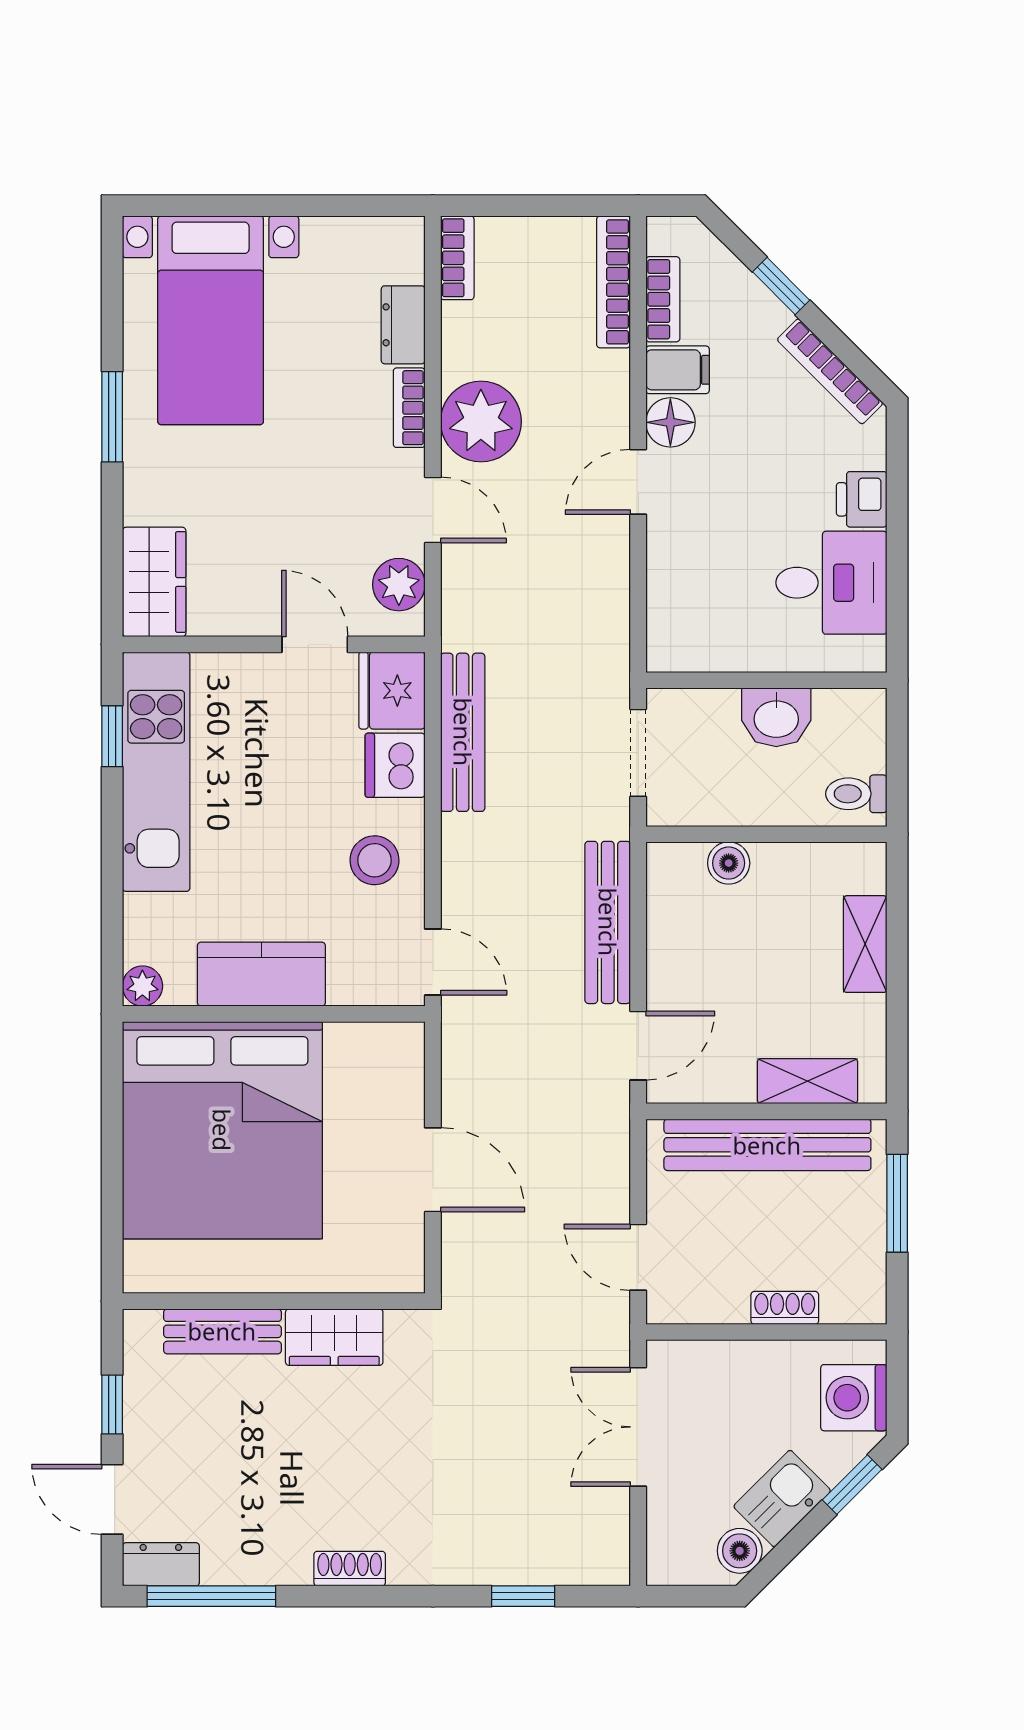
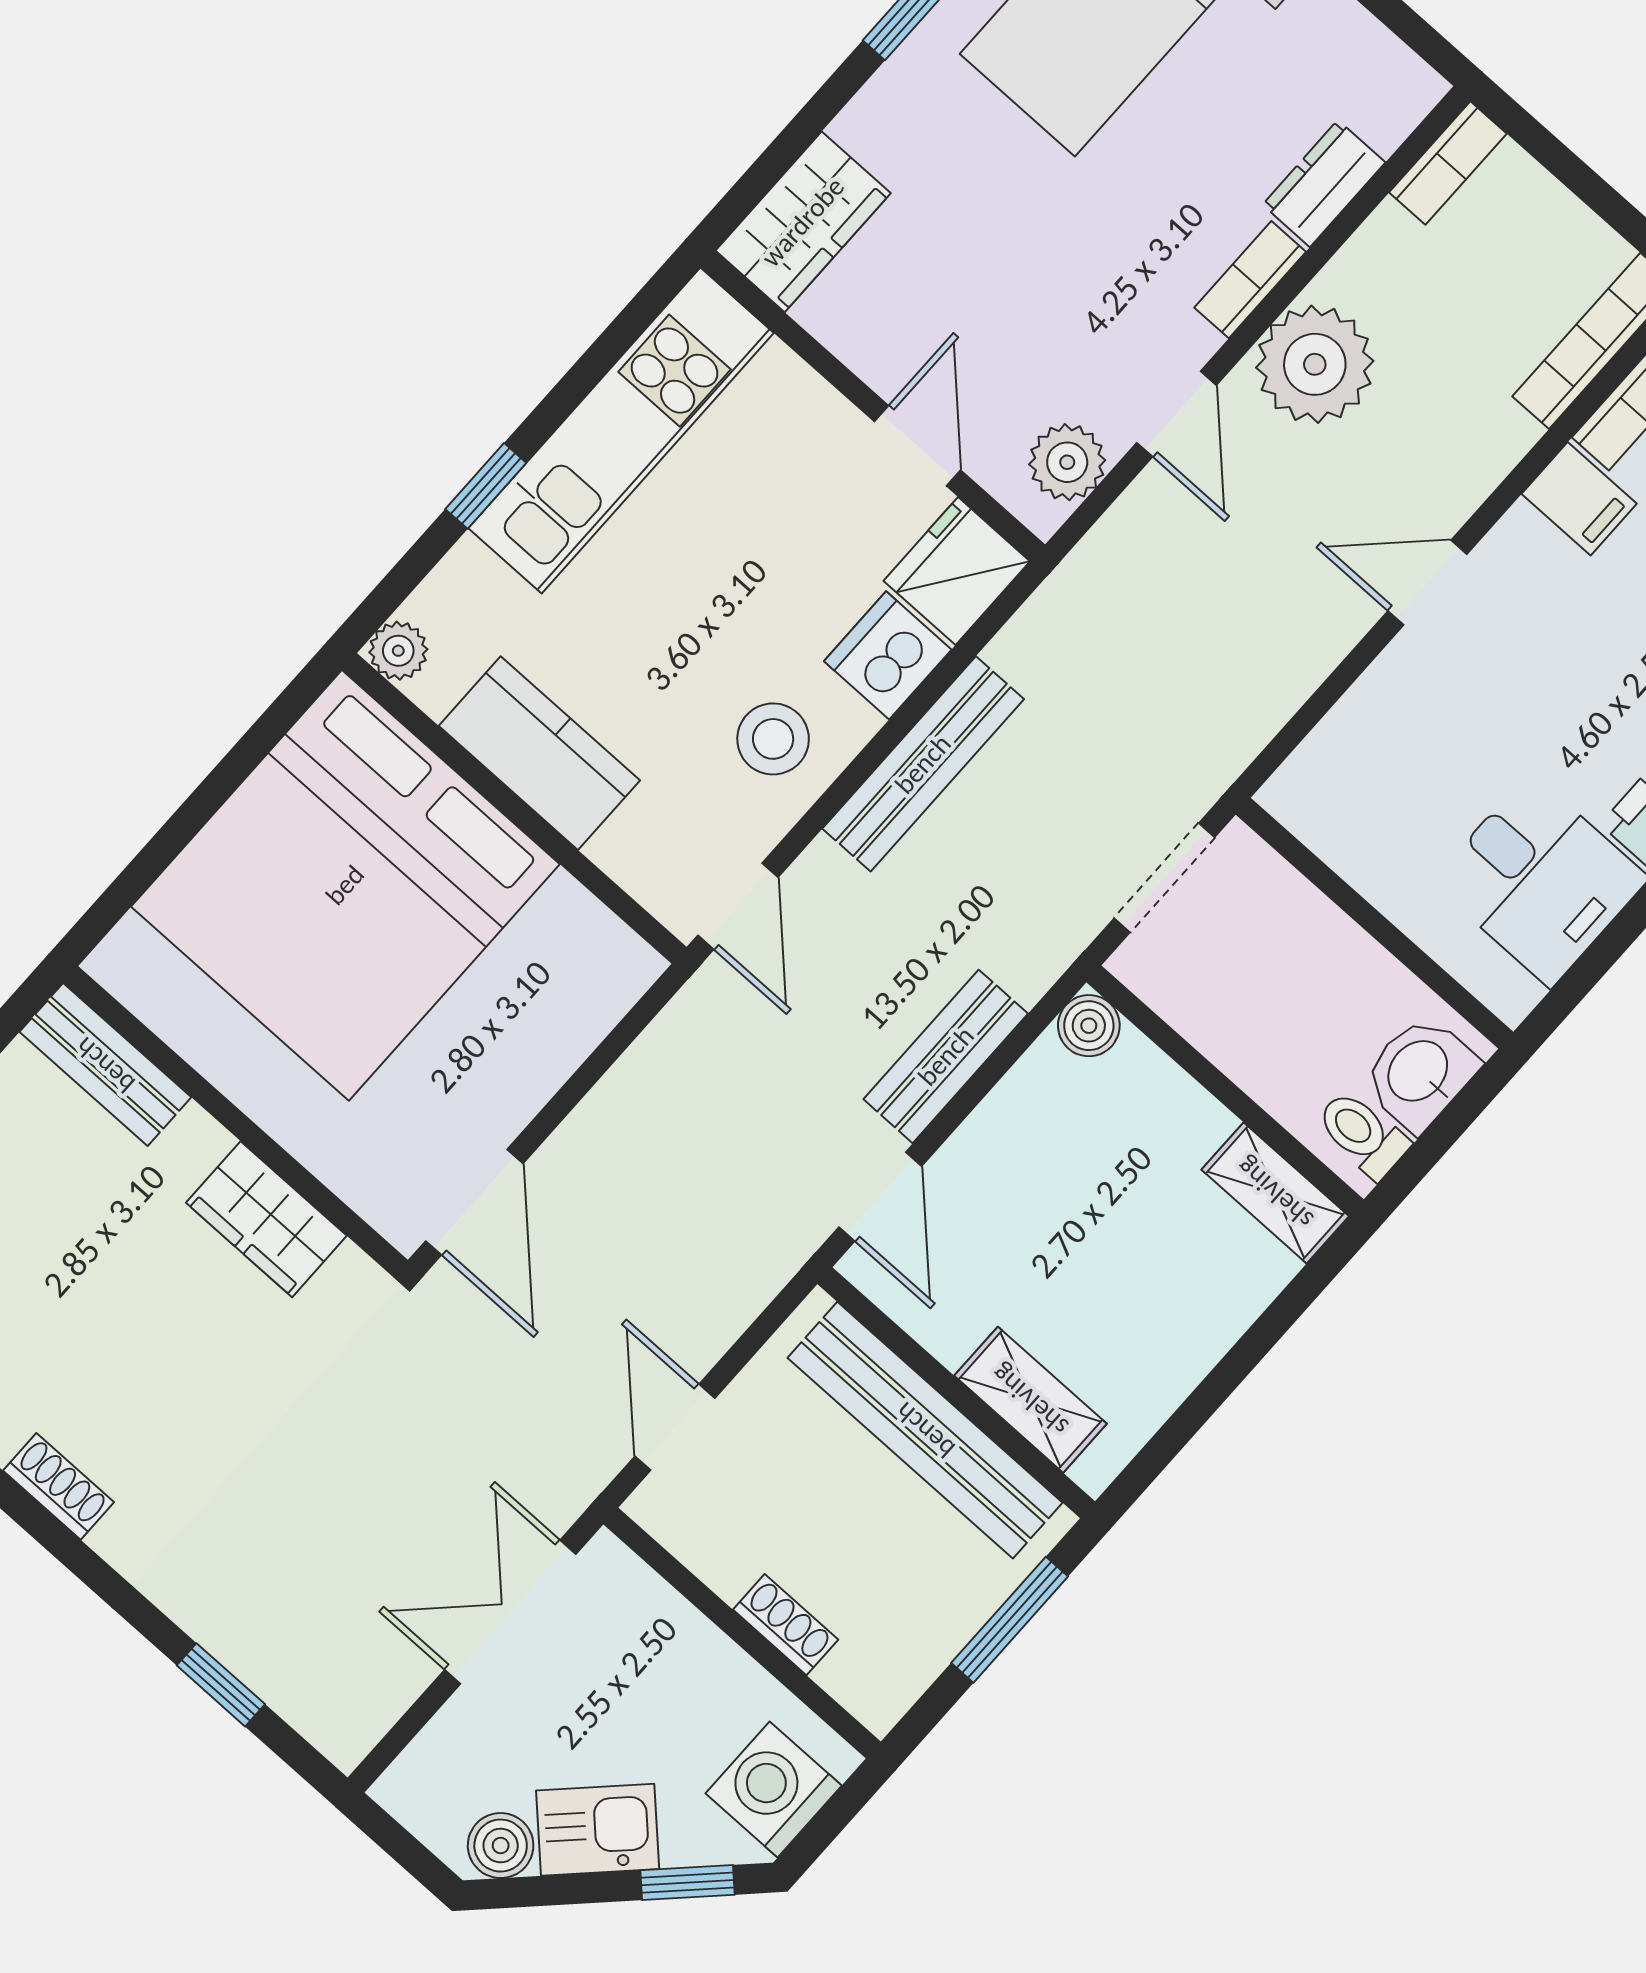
floor lamp: (670, 422) -> (1520, 549), removed
washbasin: (776, 717) -> (1420, 1073), moved, turned 90
bench: (463, 732) -> (923, 764), moved
window: (112, 736) -> (486, 486), moved
boiler: (729, 863) -> (1089, 1026), moved
bench: (608, 922) -> (946, 1056), width x0.73
shelving: (865, 944) -> (1275, 1193), moved, turned 90
door: (638, 1046) -> (880, 1197), hinge flipped
door: (433, 1170) -> (474, 1202), moved
bench: (222, 1331) -> (105, 1065), moved

